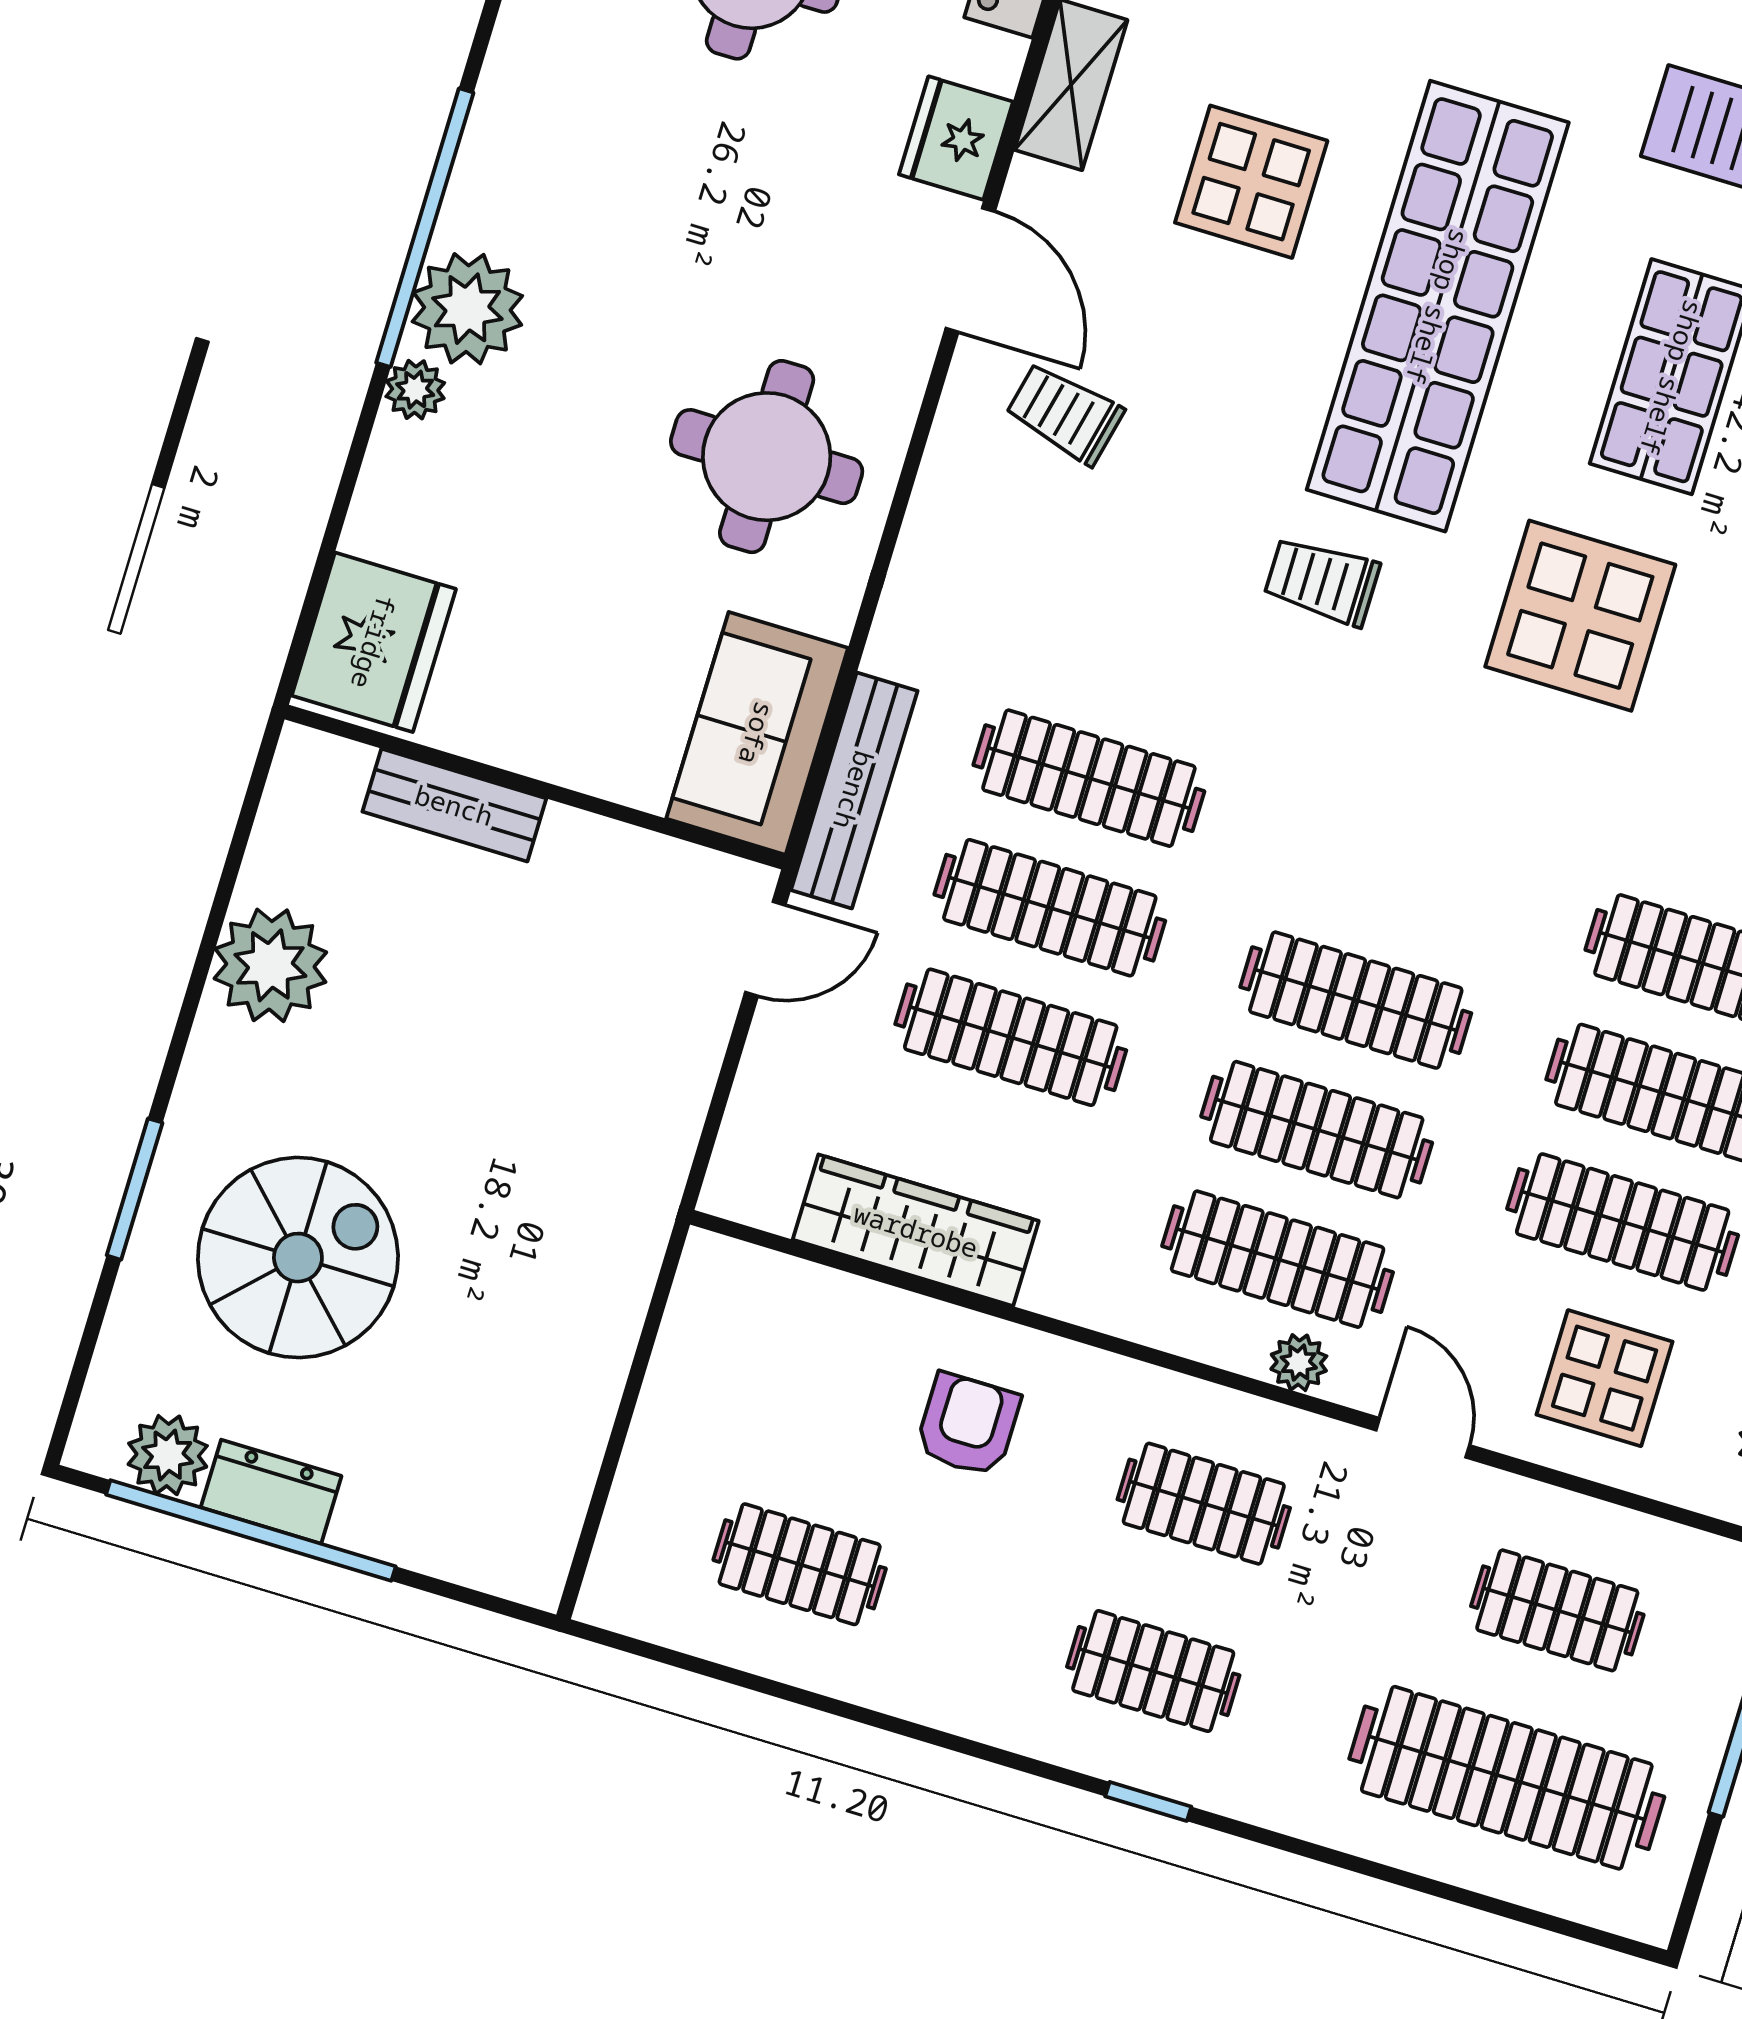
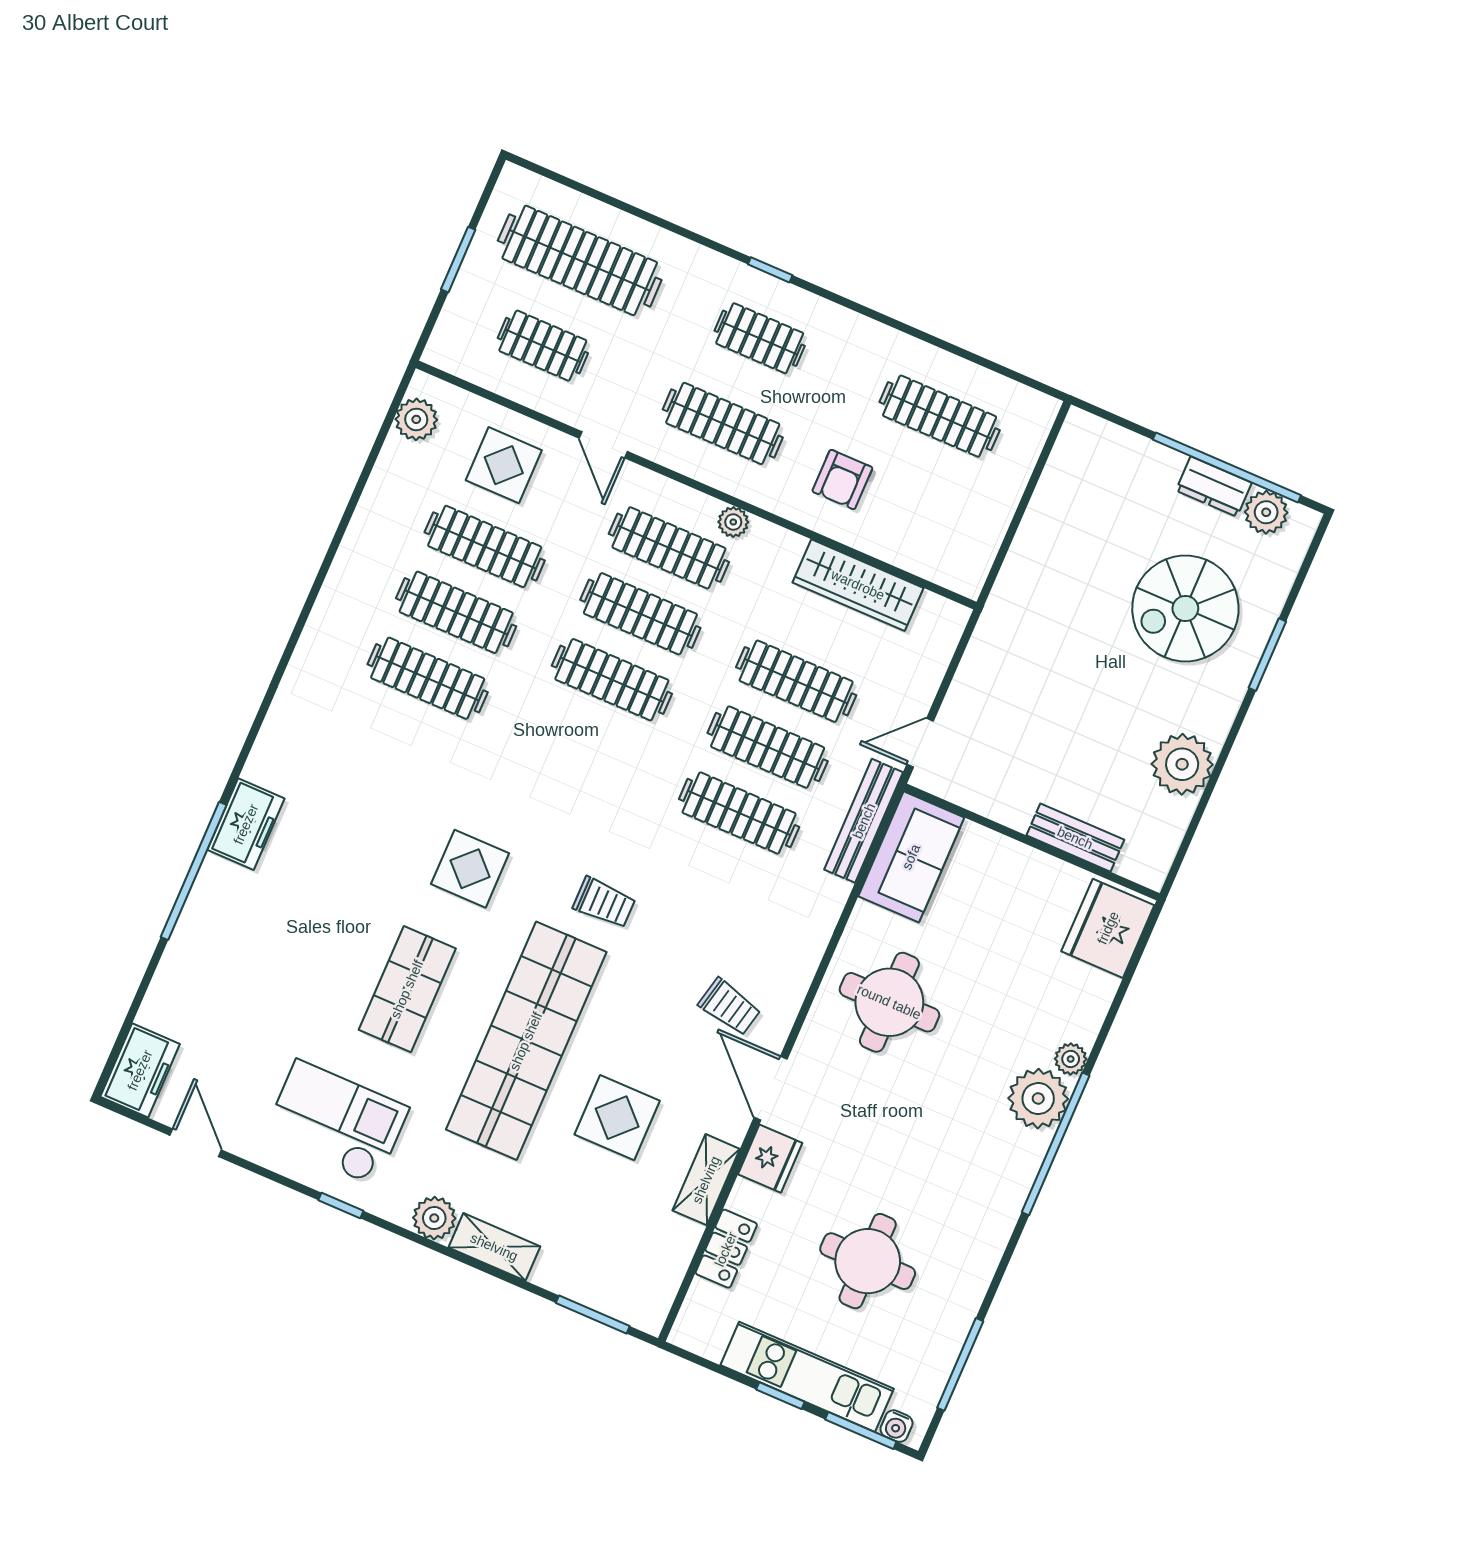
display table: (1580, 616) -> (470, 869), width x0.73, depth x0.73
plant: (1299, 1363) -> (733, 522), moved
clothes rail: (1204, 1504) -> (723, 423), width x1.36
clothes rail: (800, 1564) -> (940, 416), width x1.36

